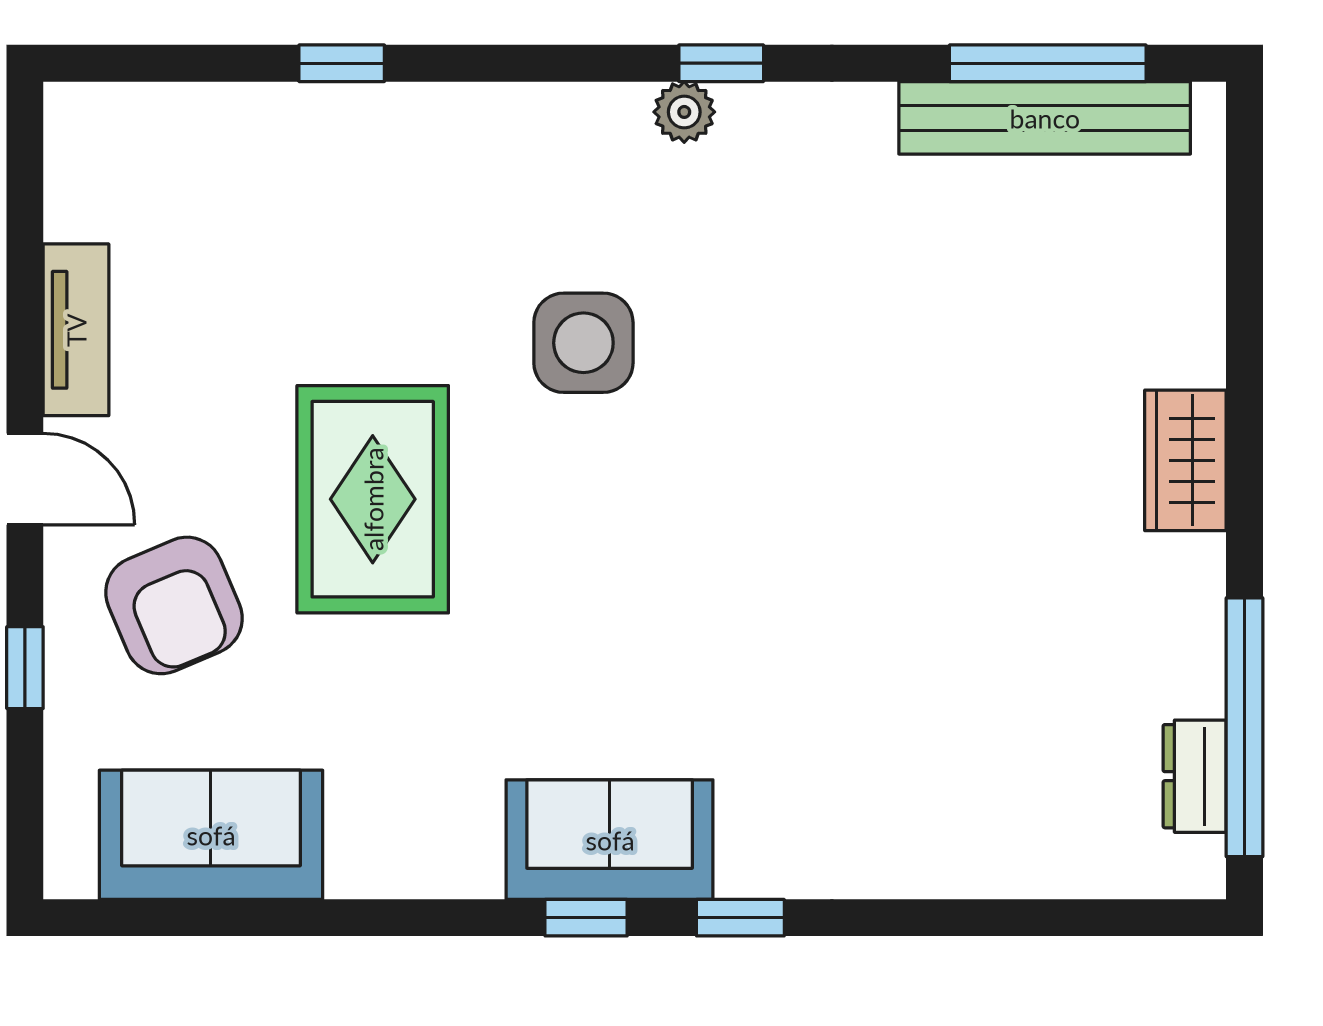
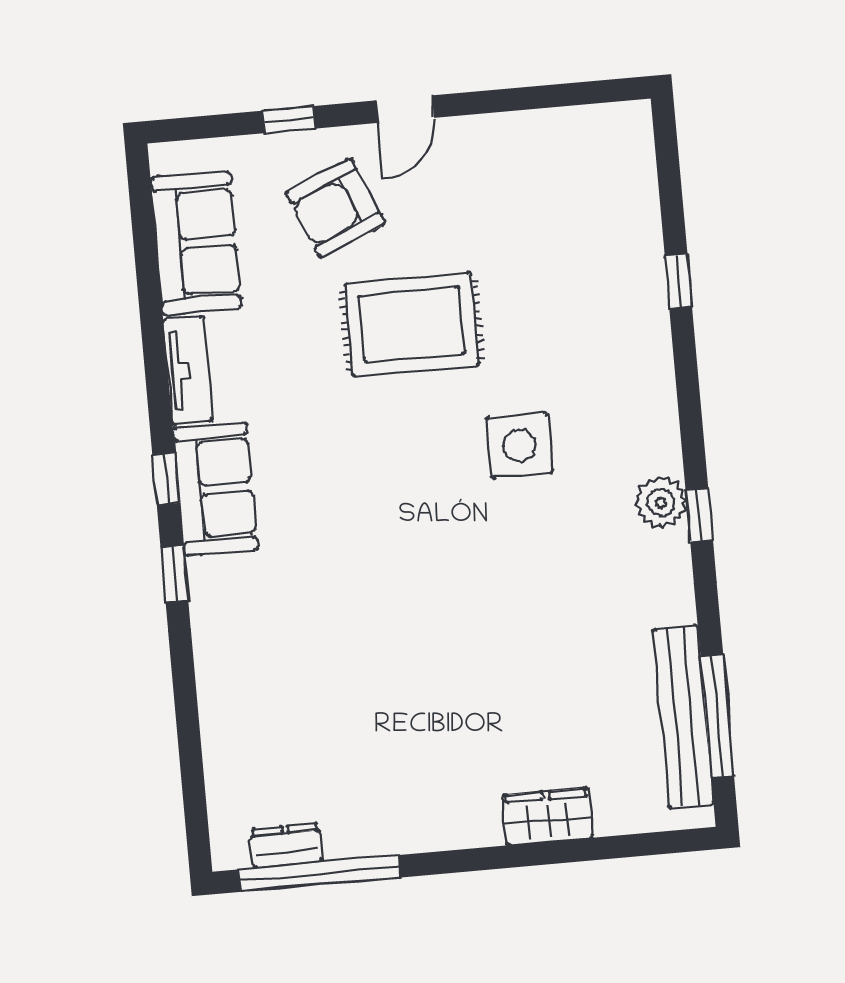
plant: (684, 112) -> (661, 502), width x1.38, depth x1.38
tv unit: (76, 330) -> (188, 370), moved, turned -90
wardrobe: (1185, 460) -> (548, 817), moved

